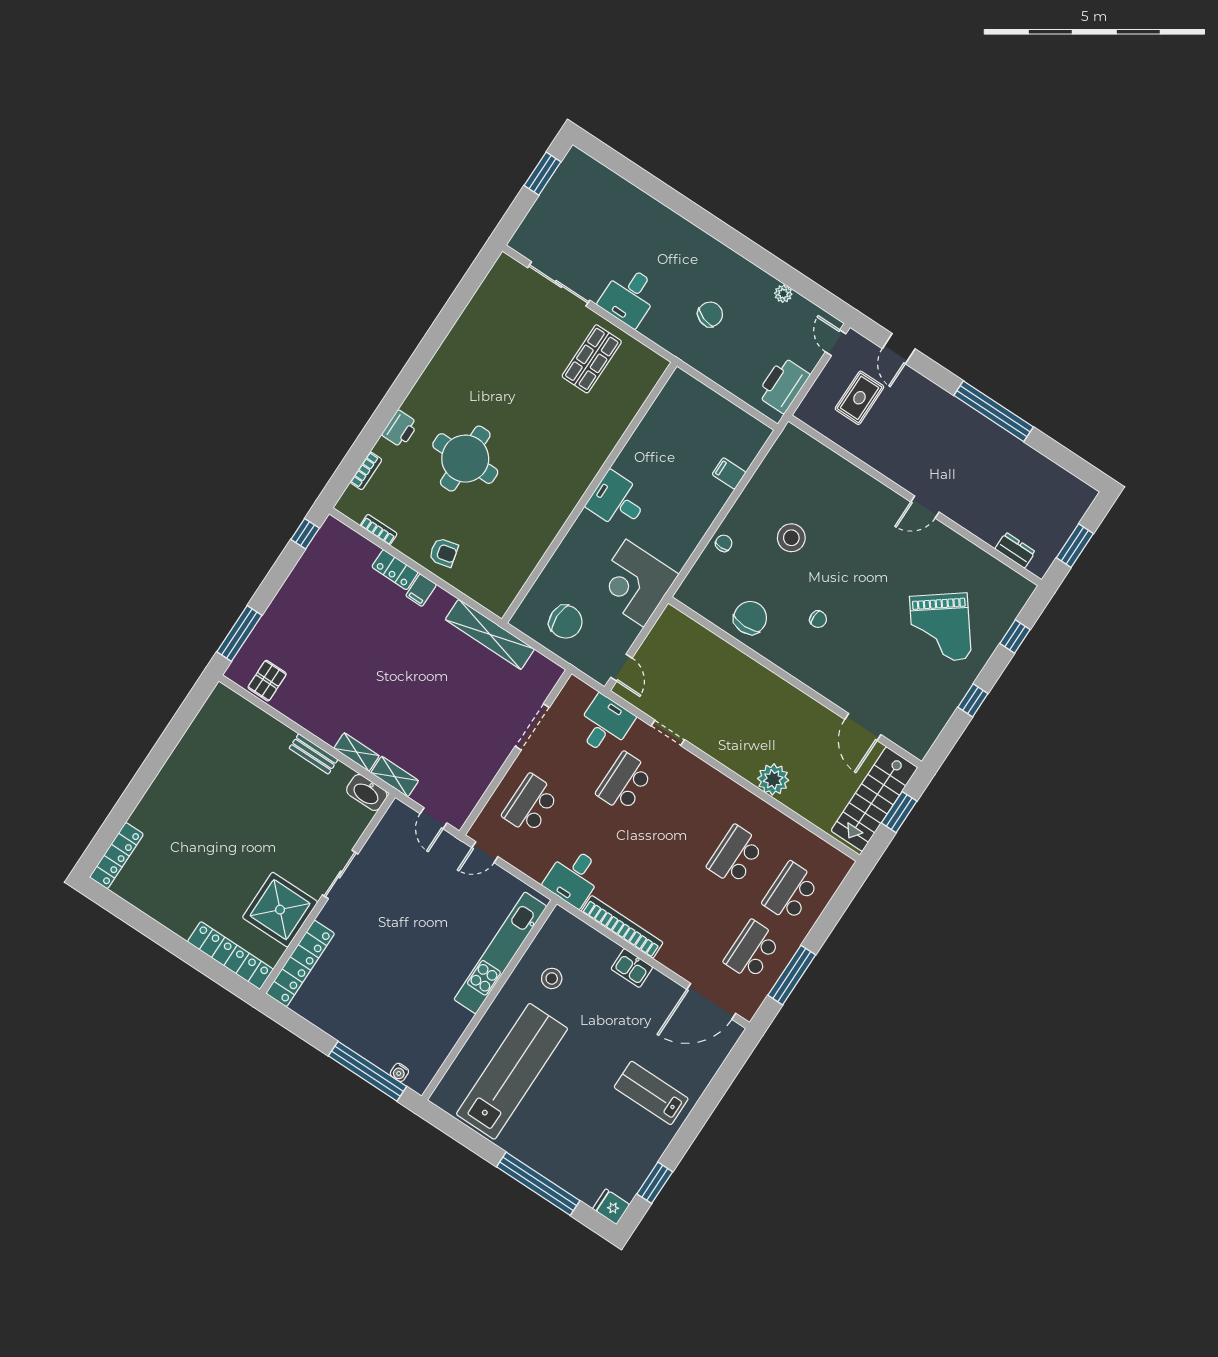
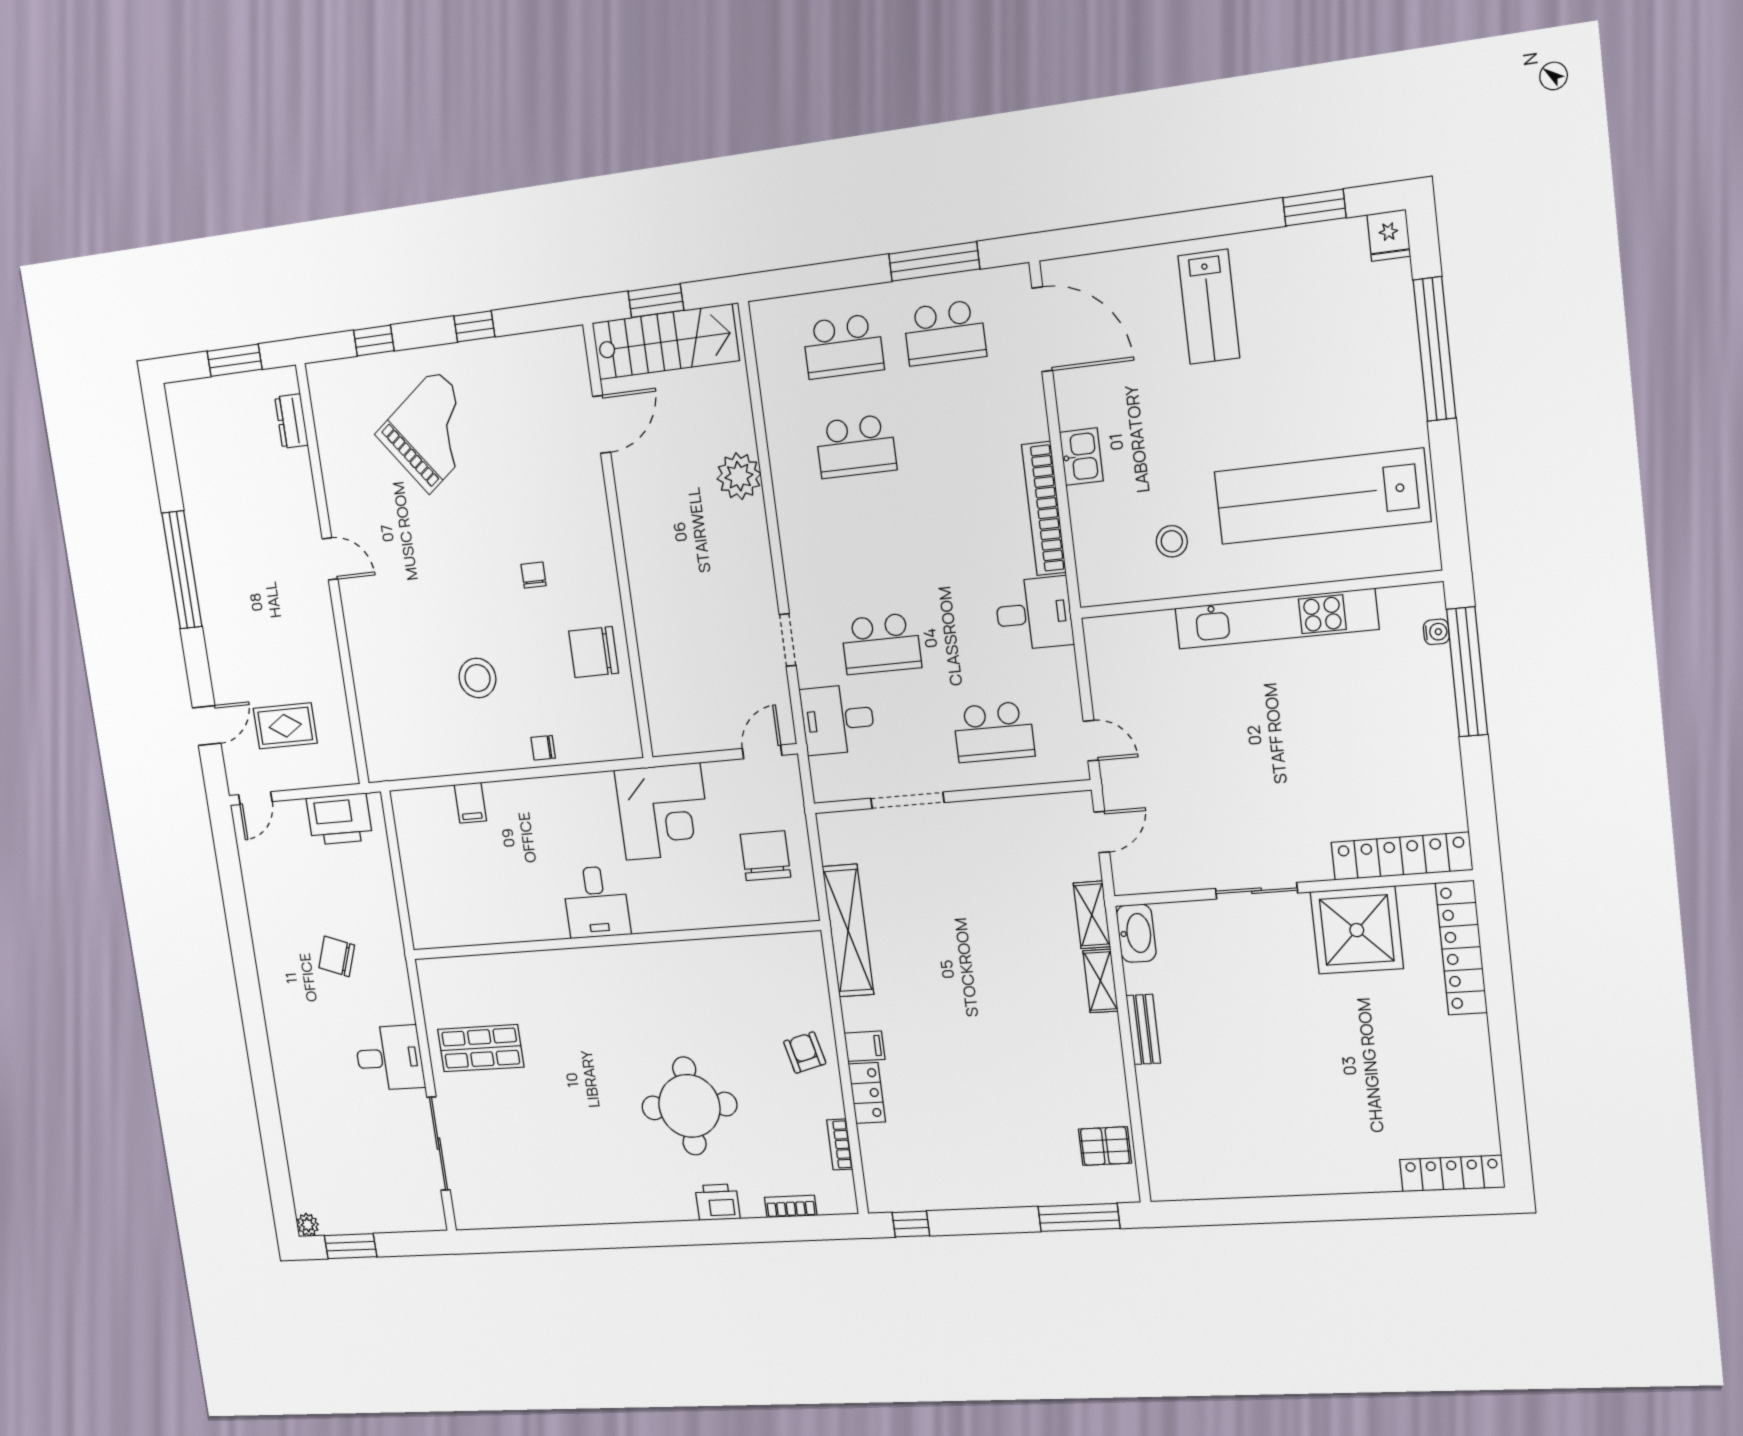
plant: (783, 294) -> (308, 1225), moved
kitchen unit: (500, 953) -> (1276, 619), moved

